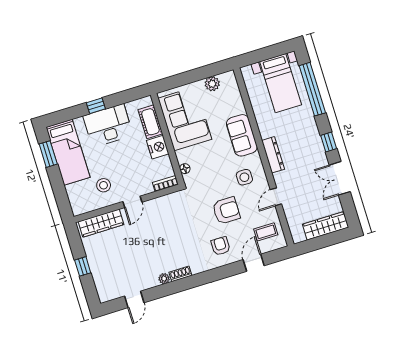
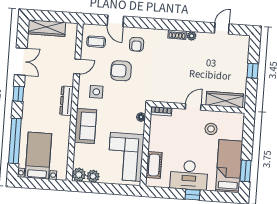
plant: (228, 79) -> (79, 175), added
nightstand: (158, 147) -> (156, 143), removed
door: (254, 263) -> (115, 21), hinge flipped

